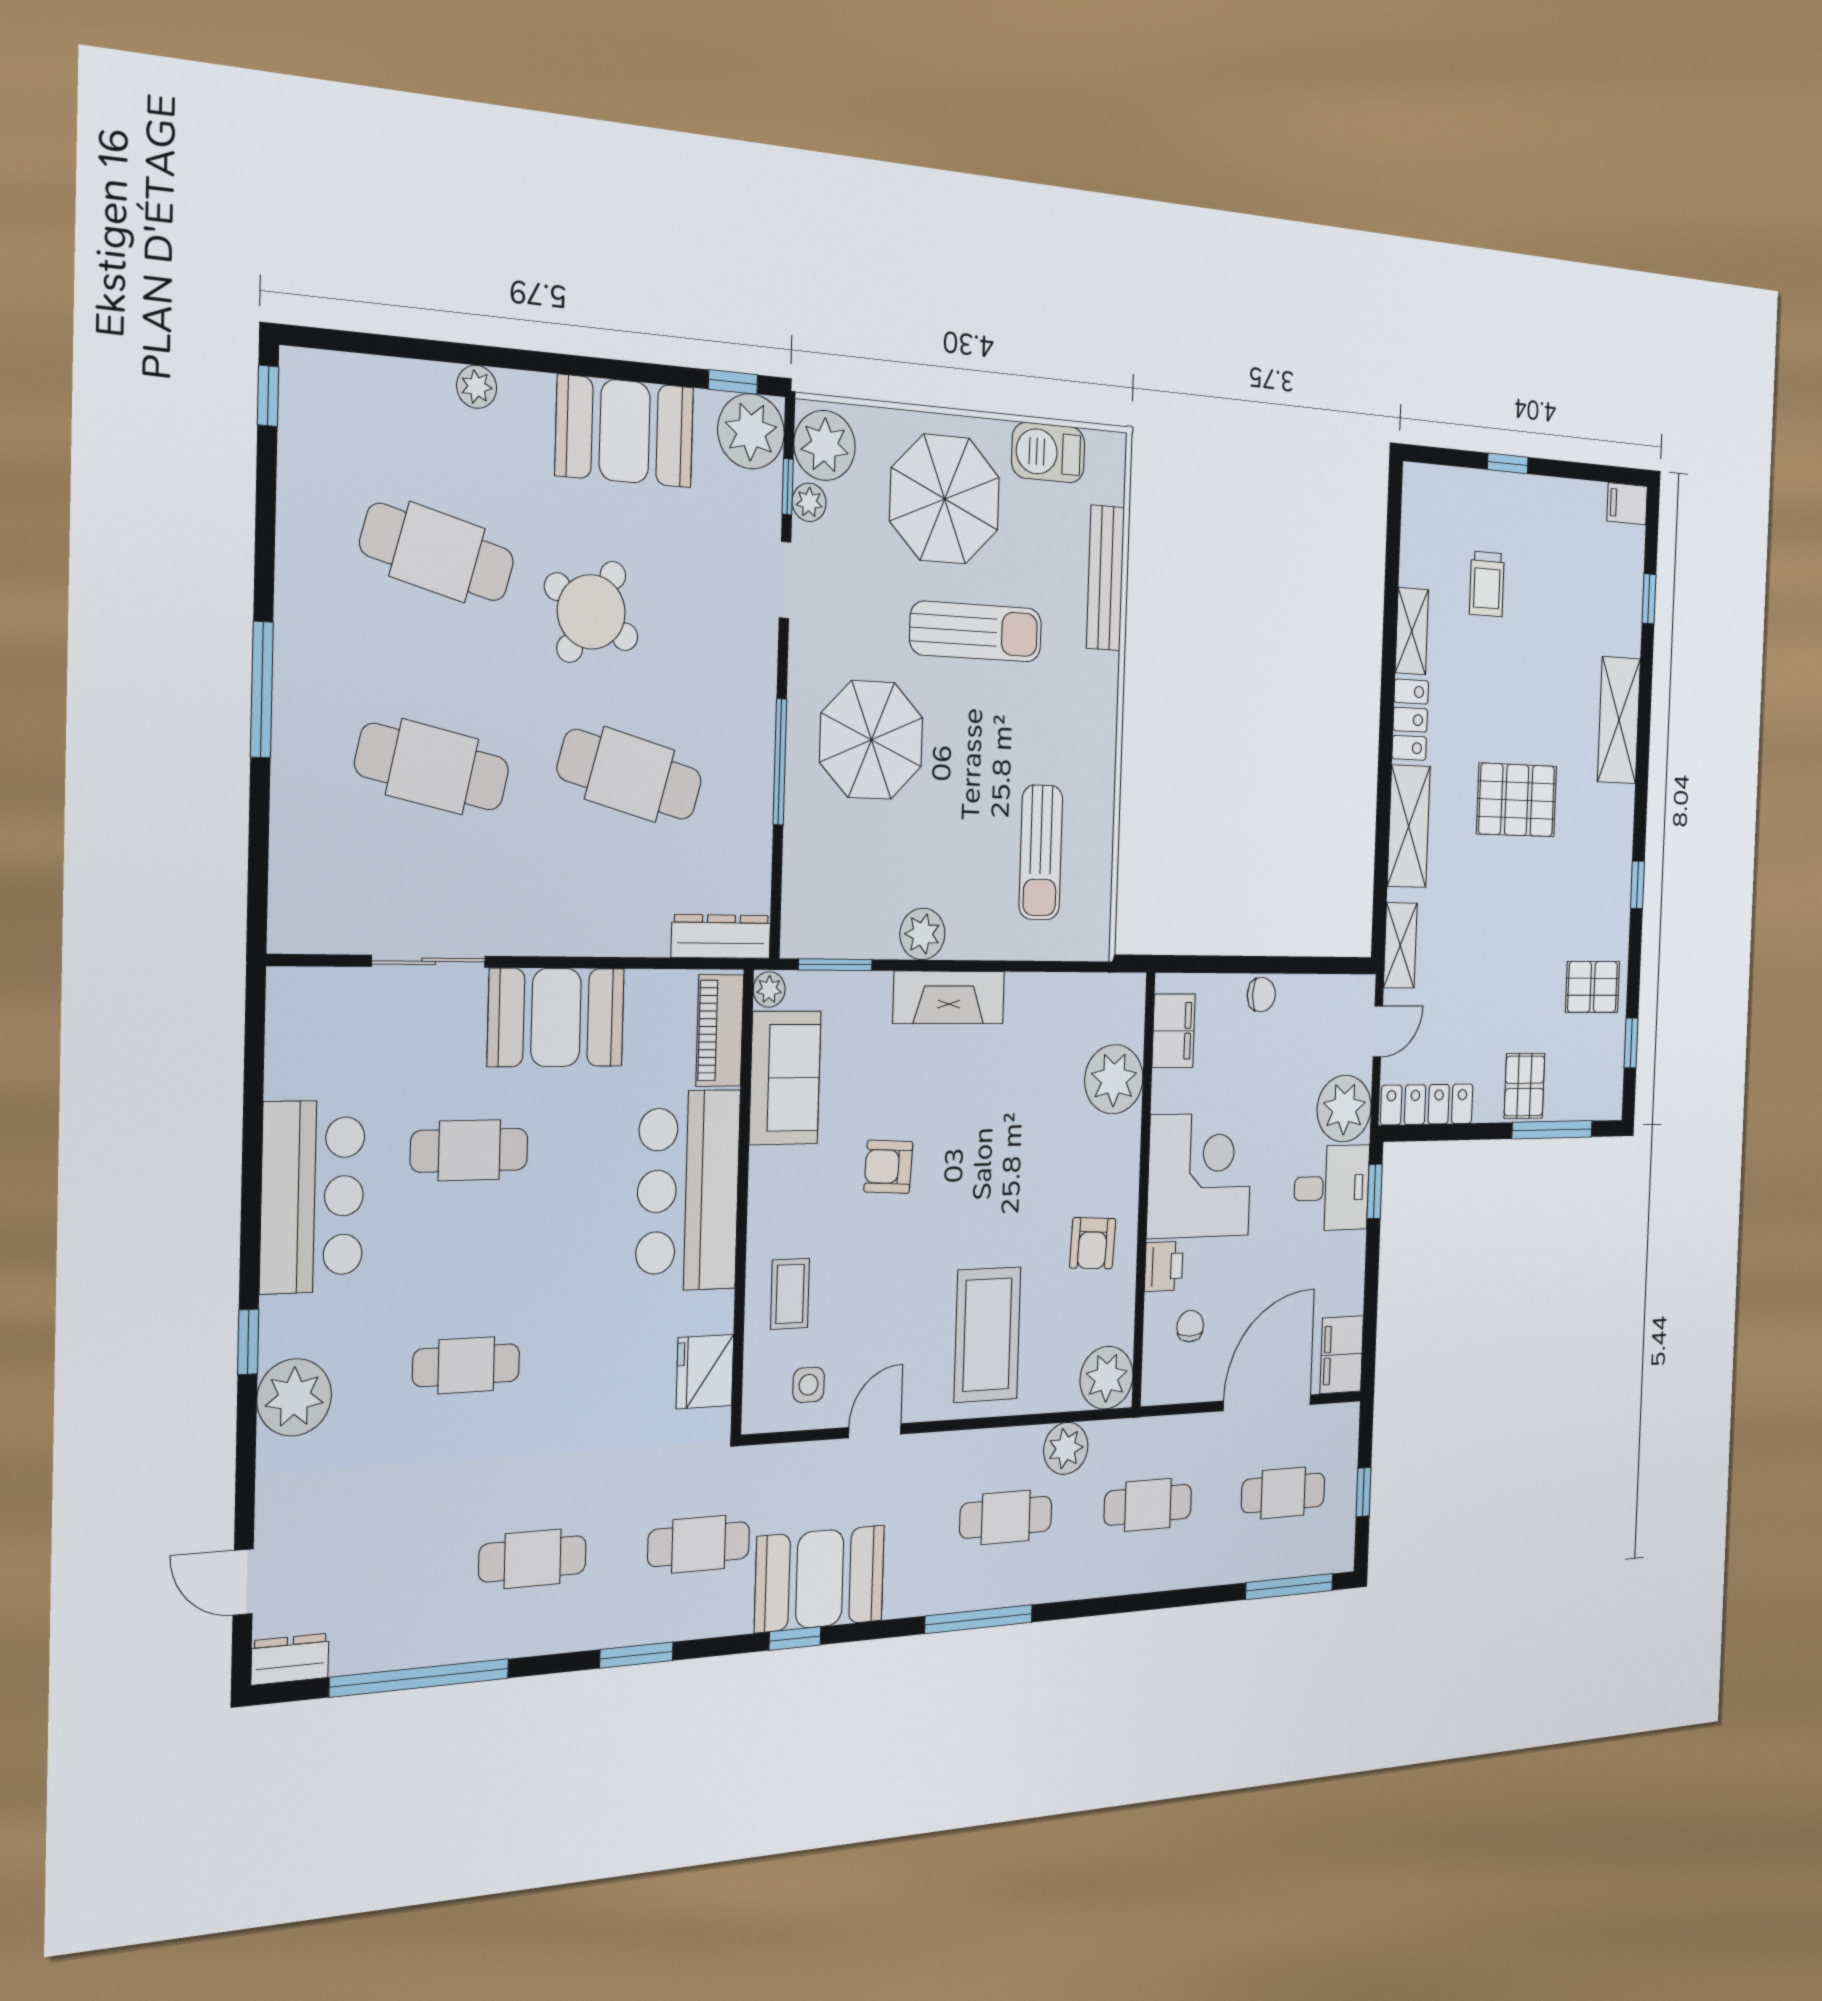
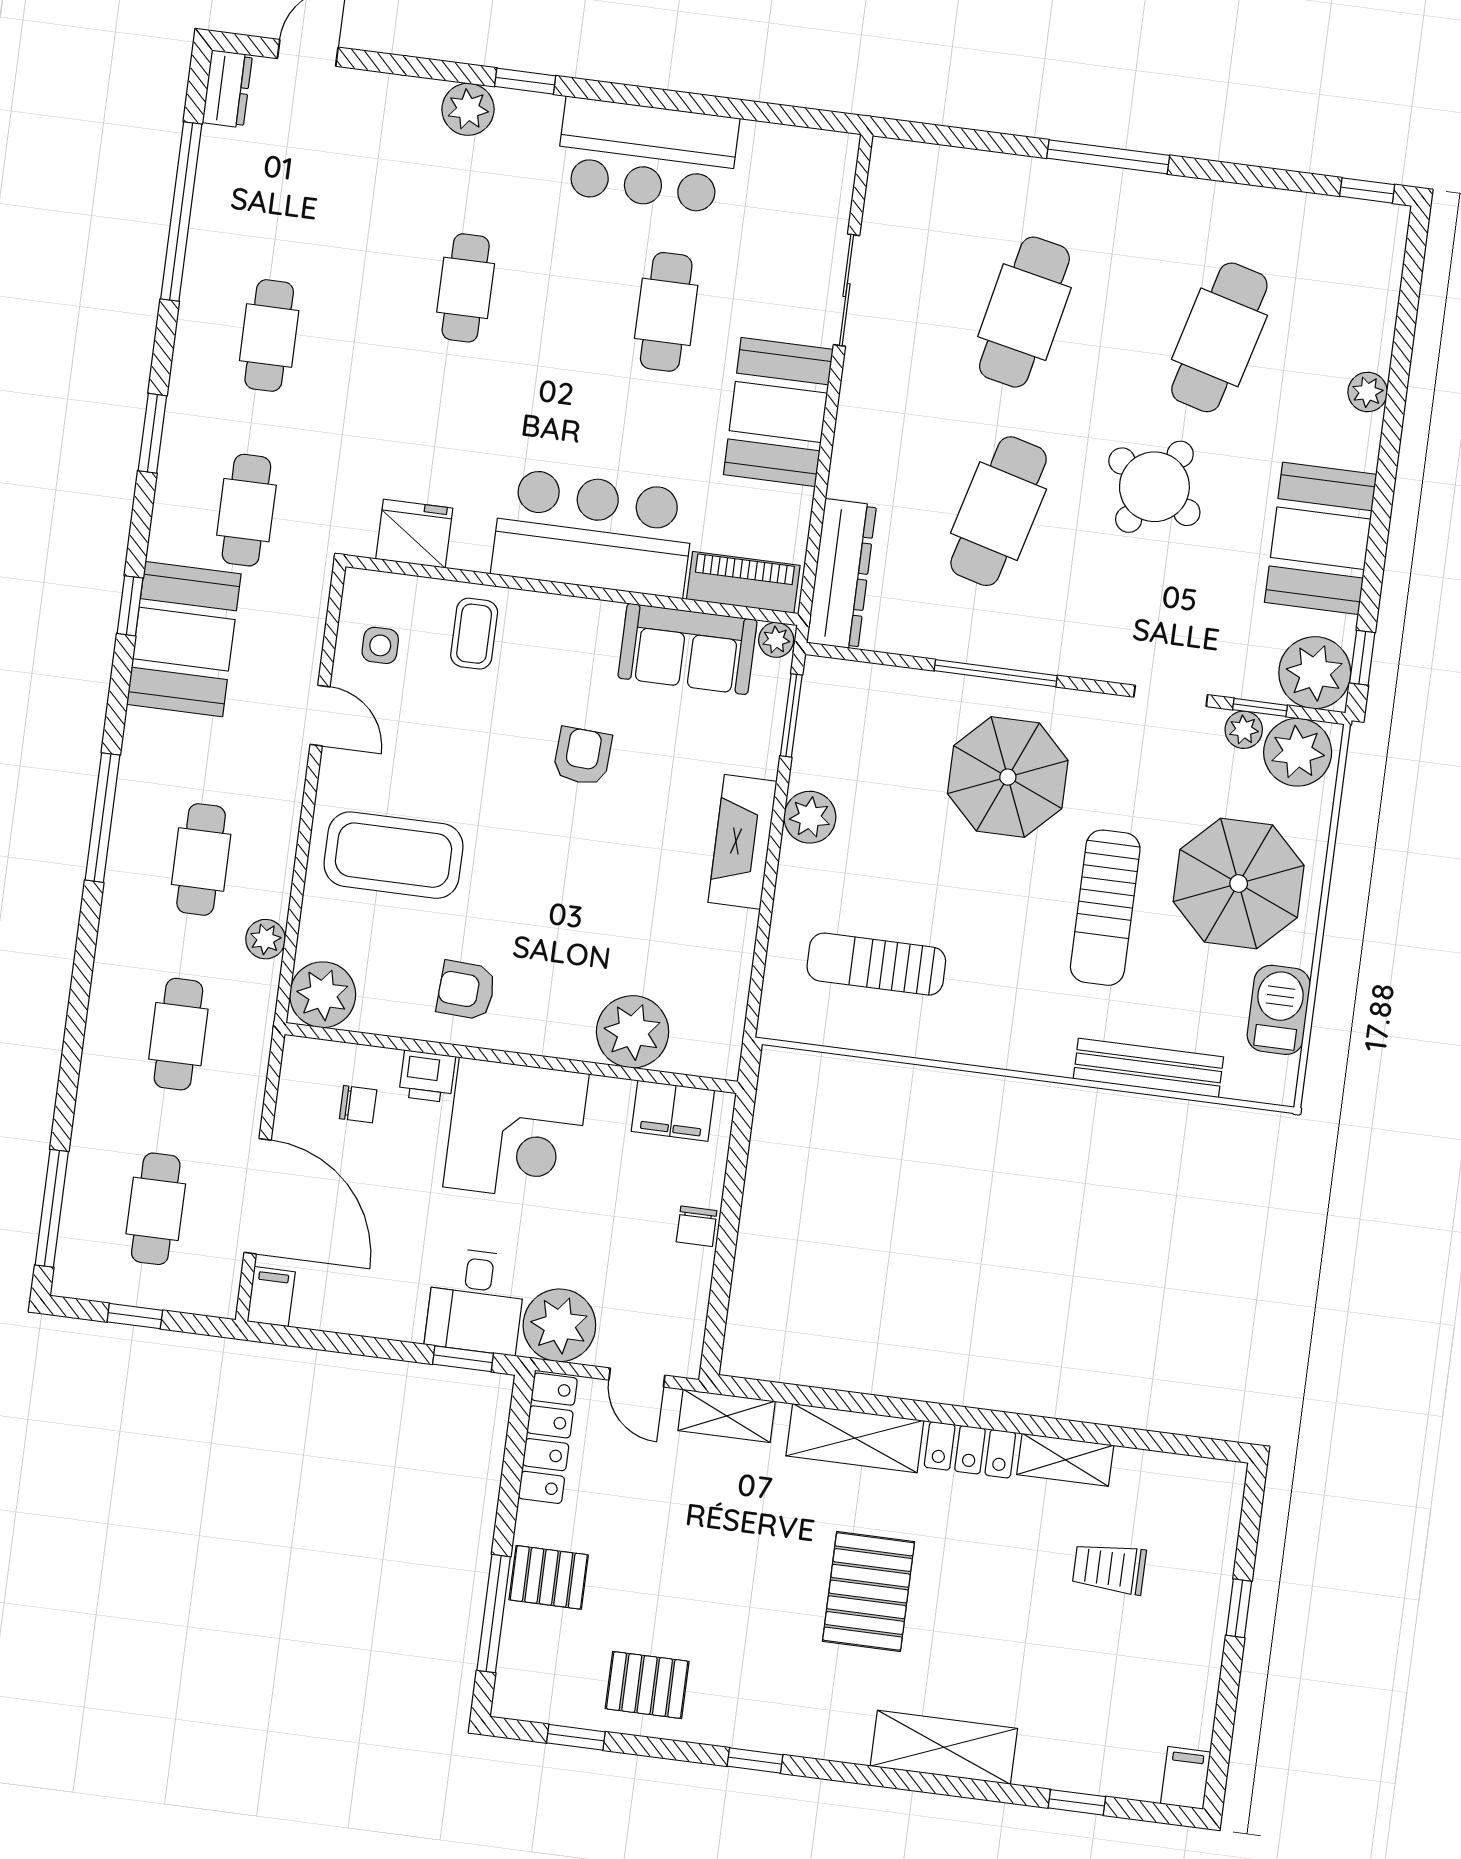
dresser: (721, 936) -> (841, 574), width x1.37, depth x1.24
pallet: (1592, 987) -> (647, 1685), turned 90
coffee table: (790, 1294) -> (474, 634), turned 90
filing cabinet: (1342, 1355) -> (271, 1297), width x0.50
plant: (294, 1397) -> (468, 109), width x0.73, depth x0.73
plant: (1066, 1448) -> (266, 939), width x0.73, depth x0.73

